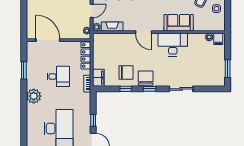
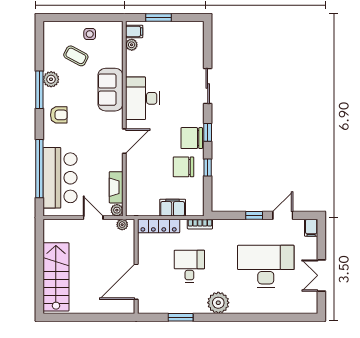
window: (228, 69) -> (158, 18), moved
chair: (126, 72) -> (183, 167), turned -90
filing cabinet: (98, 78) -> (173, 208), moved

